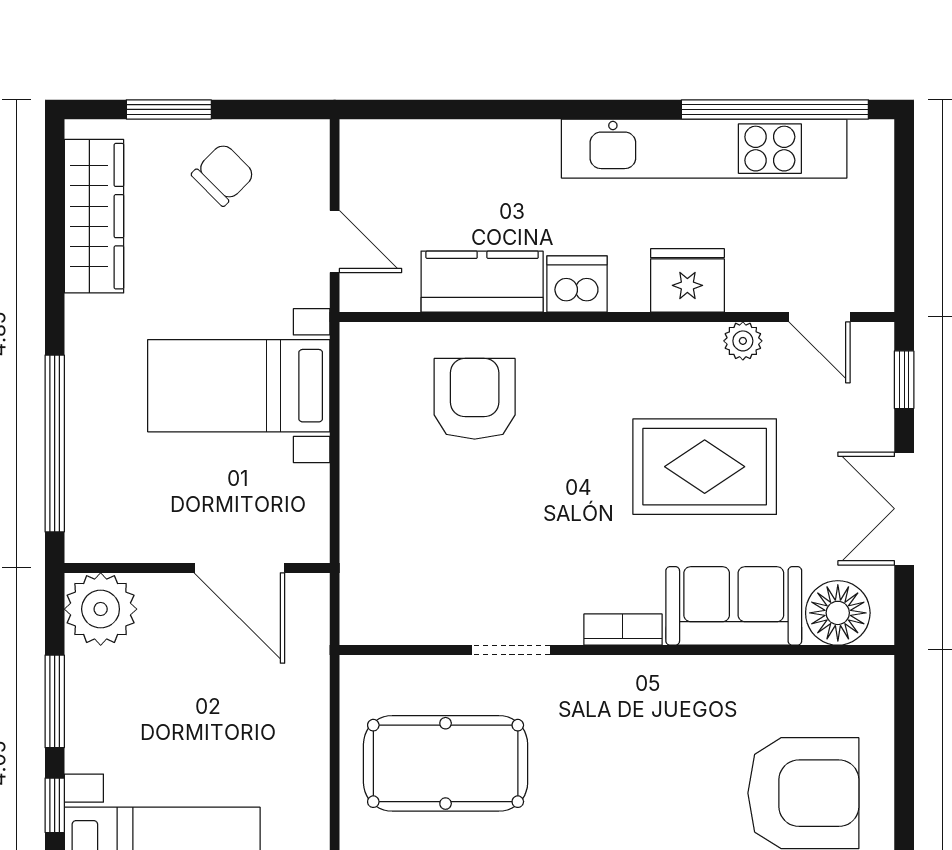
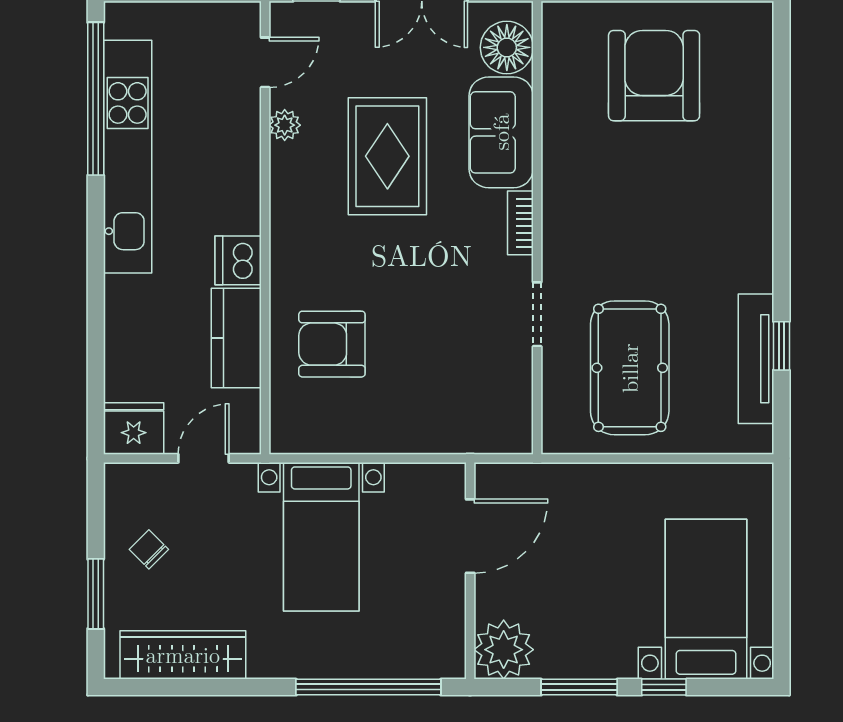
chair: (223, 174) -> (149, 549), width x0.73, depth x0.73
fridge: (687, 280) -> (134, 429), moved, turned 90

